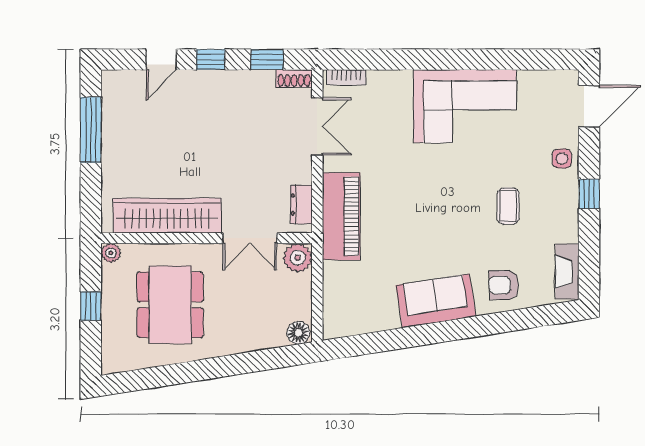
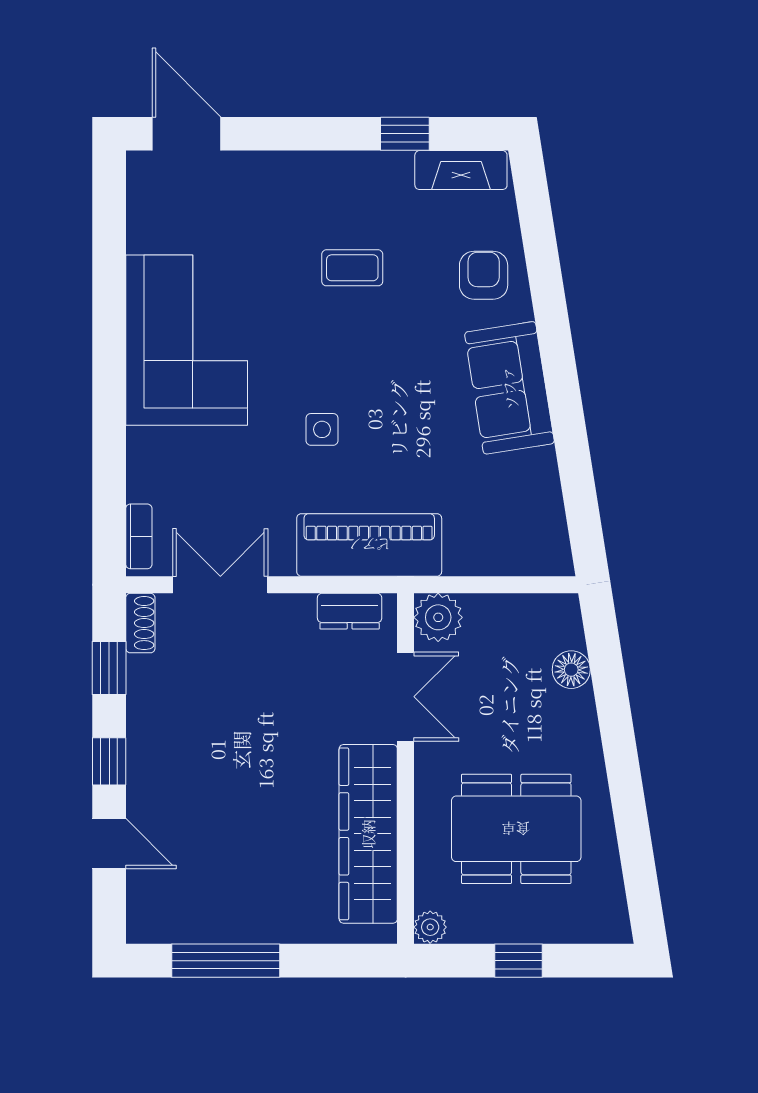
side table: (562, 159) -> (322, 429), moved
window: (589, 194) -> (405, 134), moved
armchair: (504, 285) -> (484, 275), turned 180
floor lamp: (298, 333) -> (571, 670), moved

